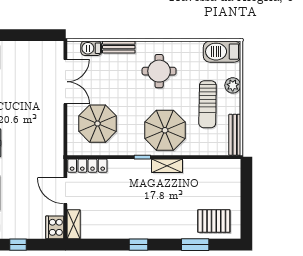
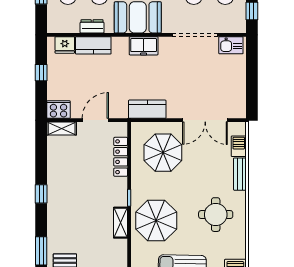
kitchen counter: (54, 139) -> (147, 109), added
locker: (87, 166) -> (121, 157), moved

